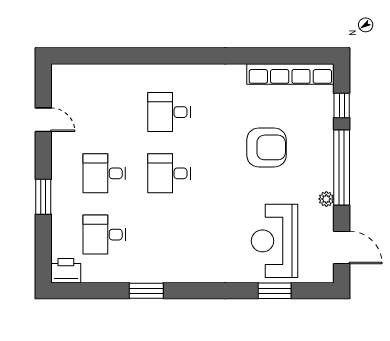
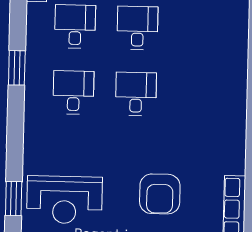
desk: (169, 112) -> (73, 92), moved
reception desk: (275, 241) -> (64, 200), turned 180

